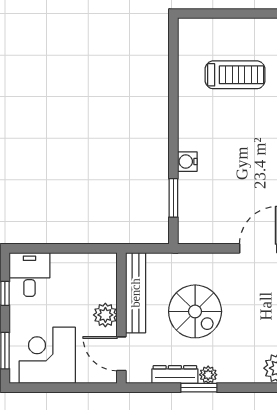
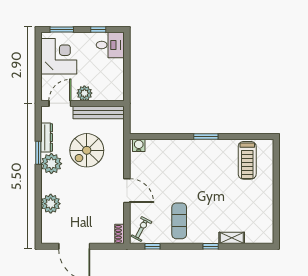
treadmill: (235, 75) -> (247, 160), moved
water cooler: (187, 162) -> (139, 145), moved
window: (173, 198) -> (206, 137), moved
plant: (208, 375) -> (51, 164), width x1.88, depth x1.88

